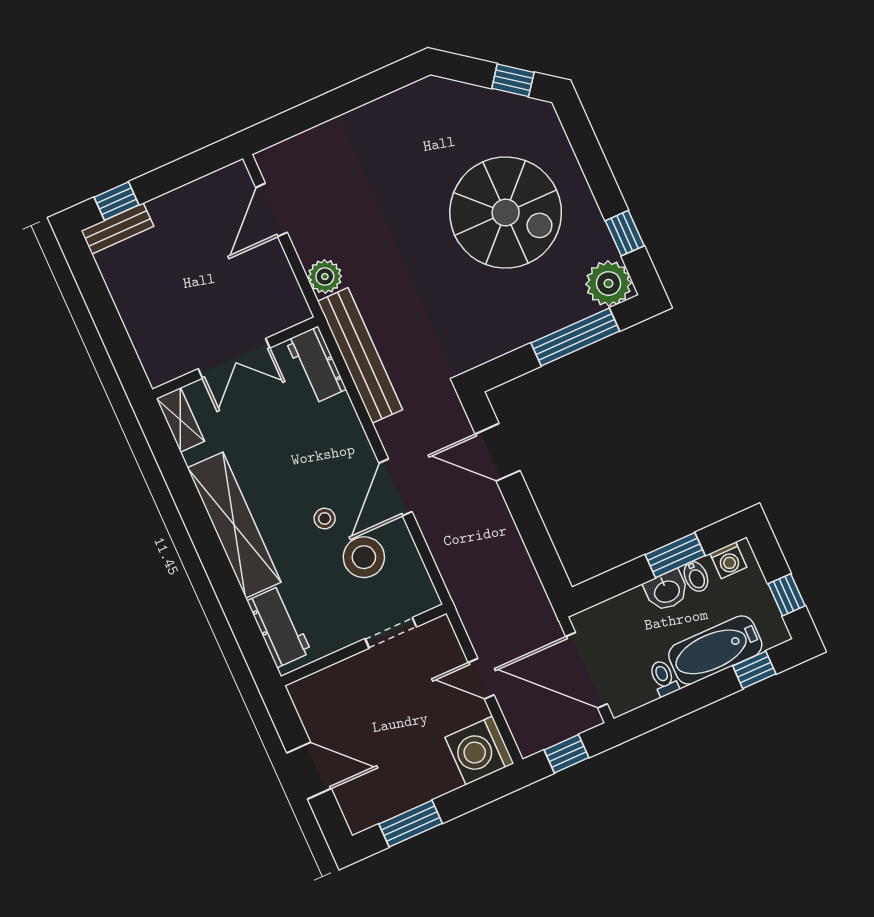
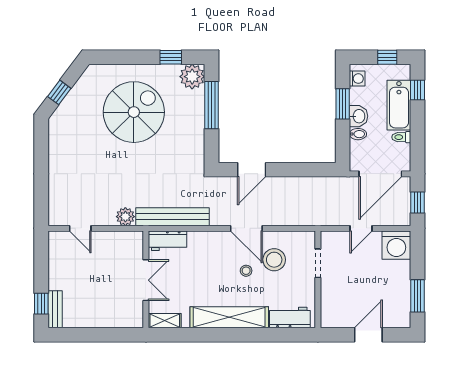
window: (513, 80) -> (59, 92), moved
door: (271, 210) -> (80, 228), width x0.73
bidet: (696, 576) -> (358, 134), moved

